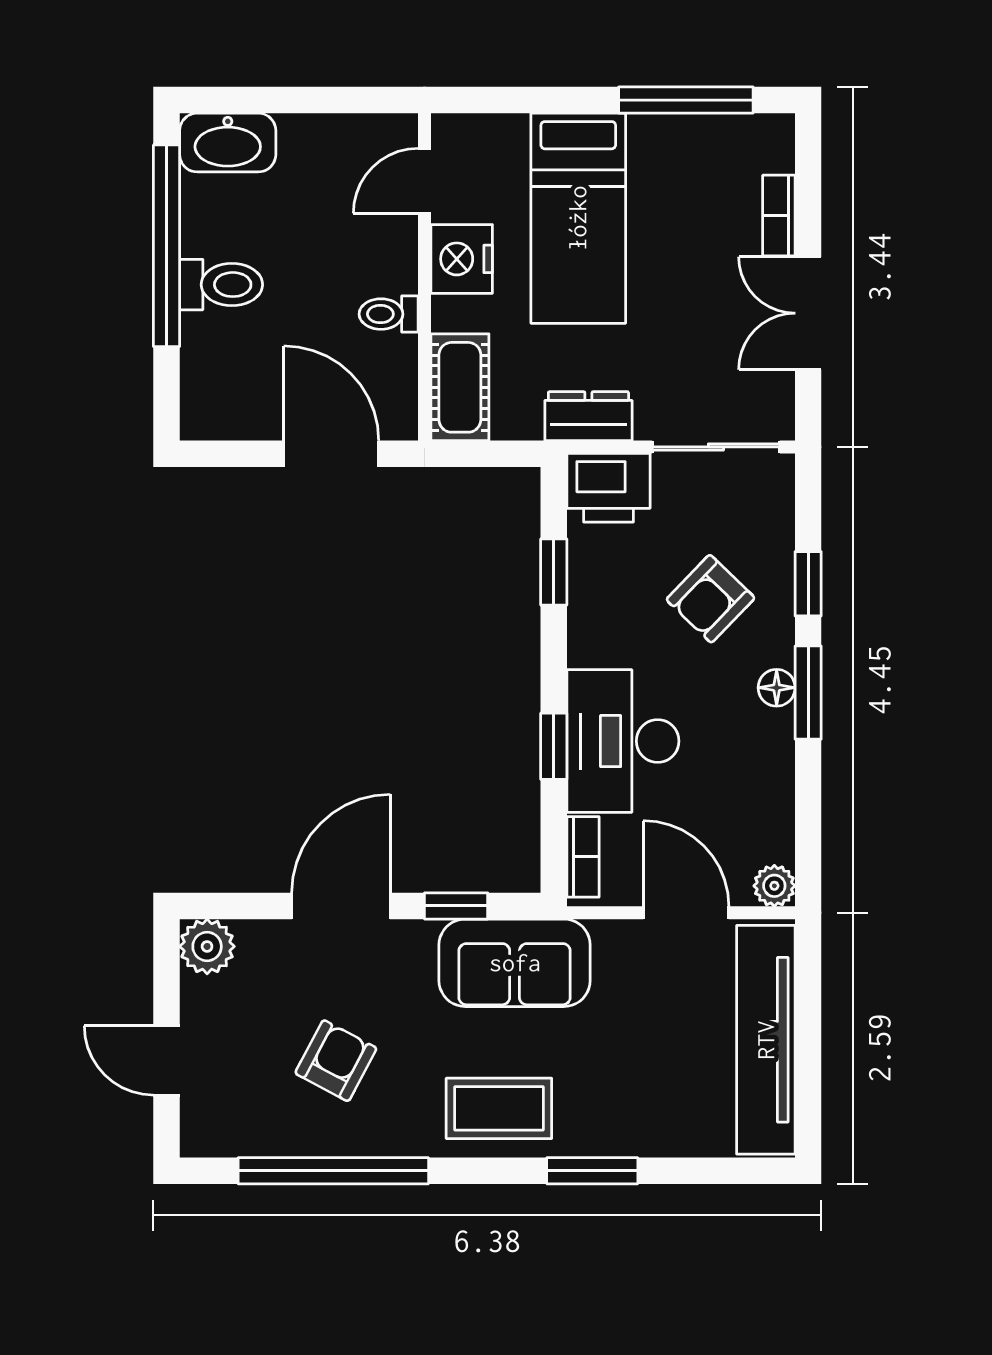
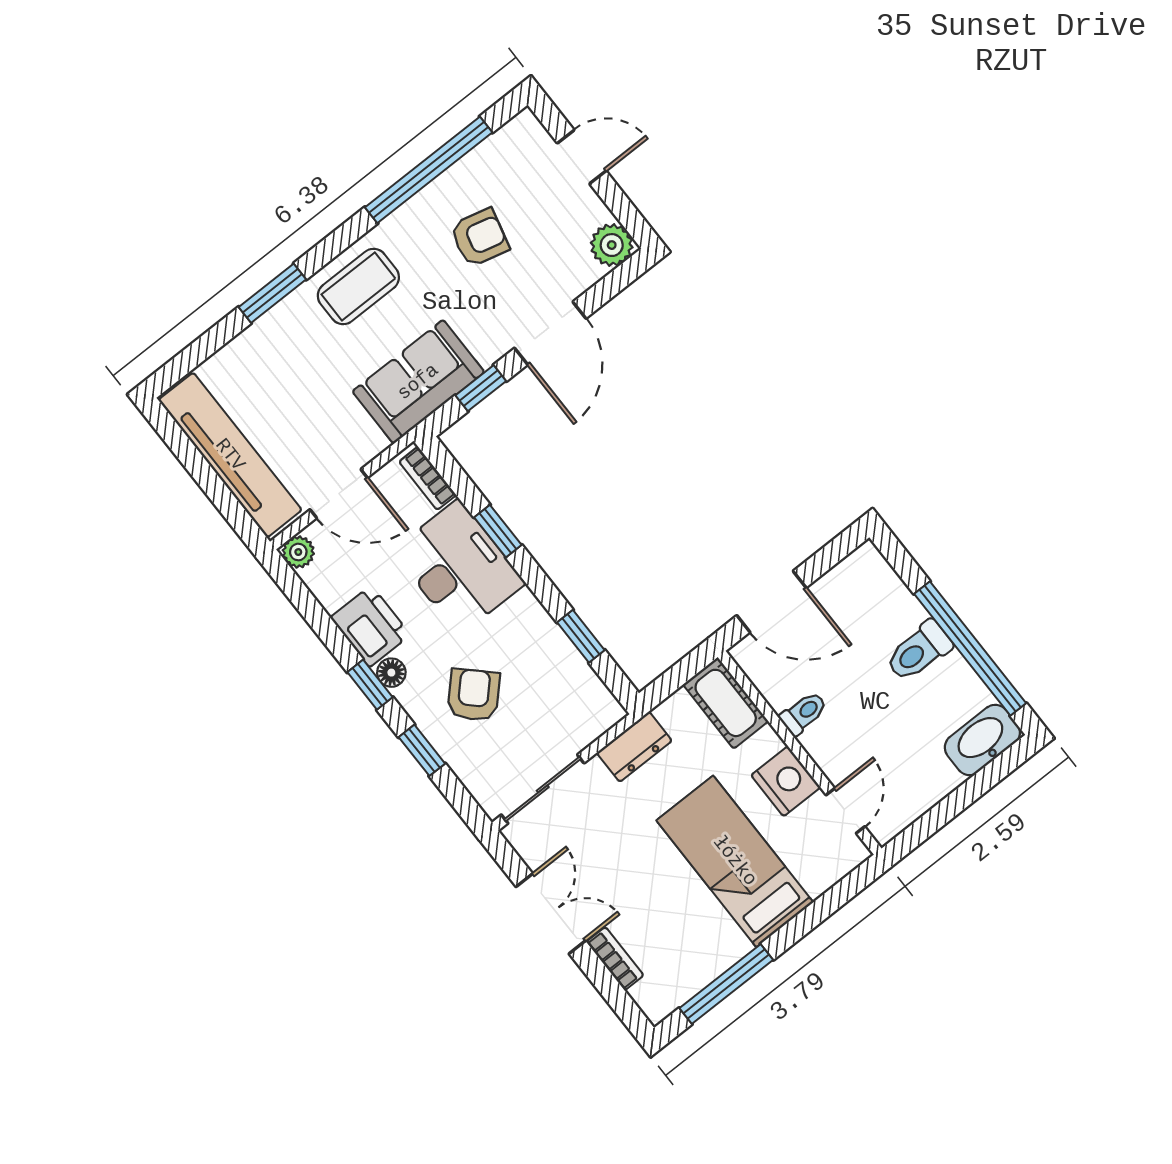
printer: (608, 488) -> (370, 626), moved, turned 90
window: (808, 693) -> (370, 685), width x0.67
armchair: (336, 1061) -> (480, 238), turned -104

